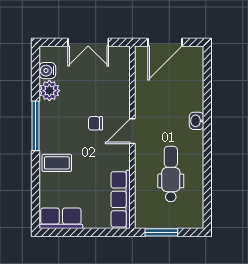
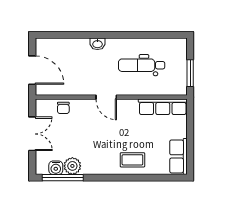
chair: (95, 123) -> (63, 108), moved
window: (35, 126) -> (63, 178), moved
coffee table: (57, 163) -> (132, 160), turned 90

